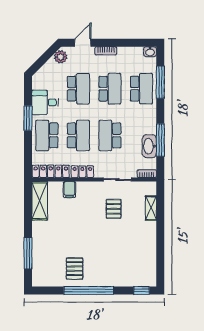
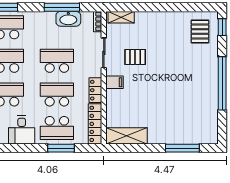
window: (28, 118) -> (61, 148), moved
school desk: (110, 135) -> (57, 61), turned 180
filing cabinet: (69, 190) -> (114, 82), moved
shelving: (151, 208) -> (121, 17), moved
pallet: (75, 269) -> (200, 31), moved, turned 90

